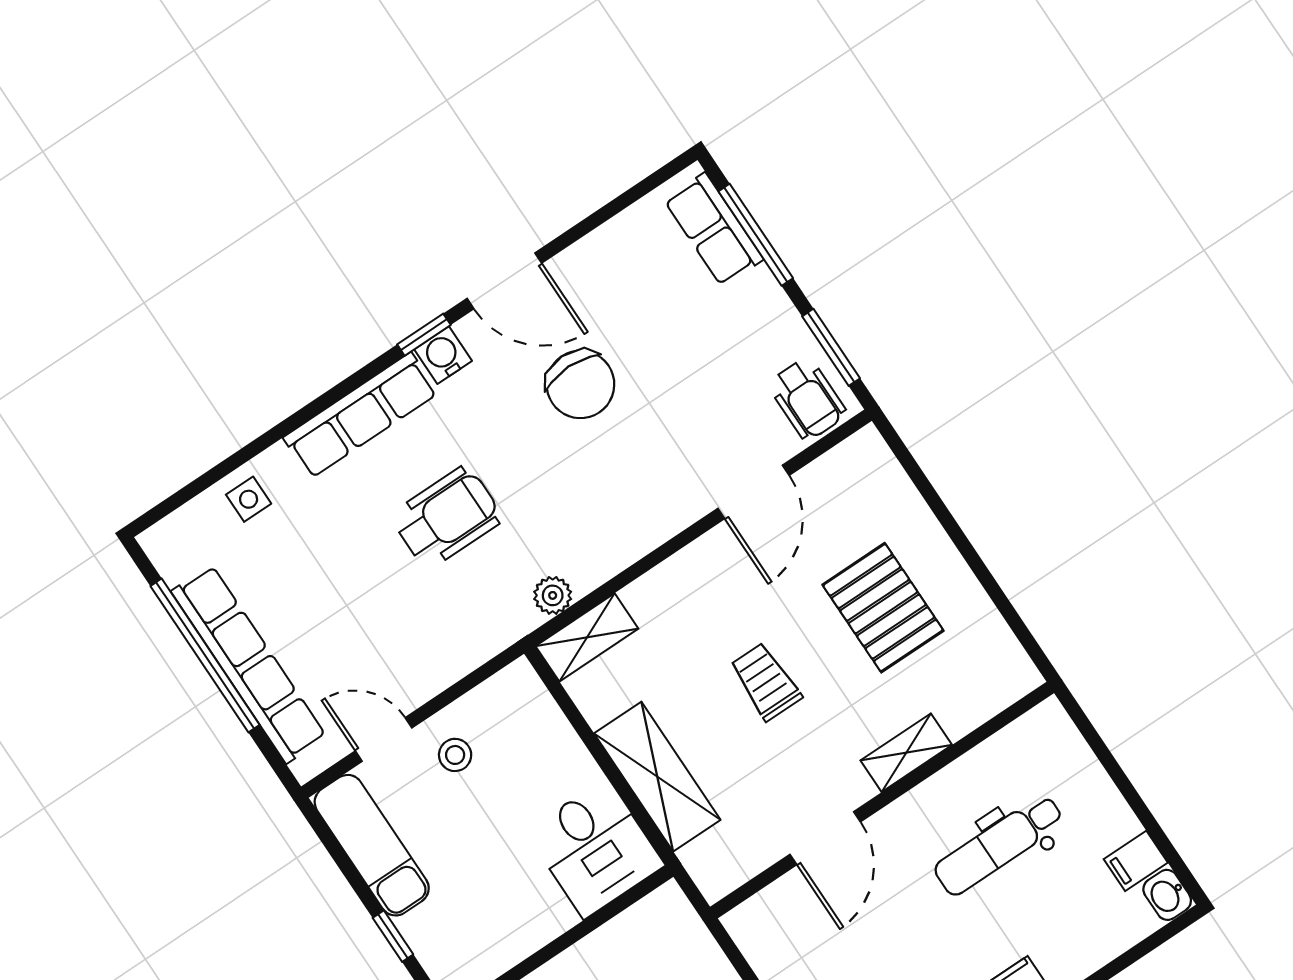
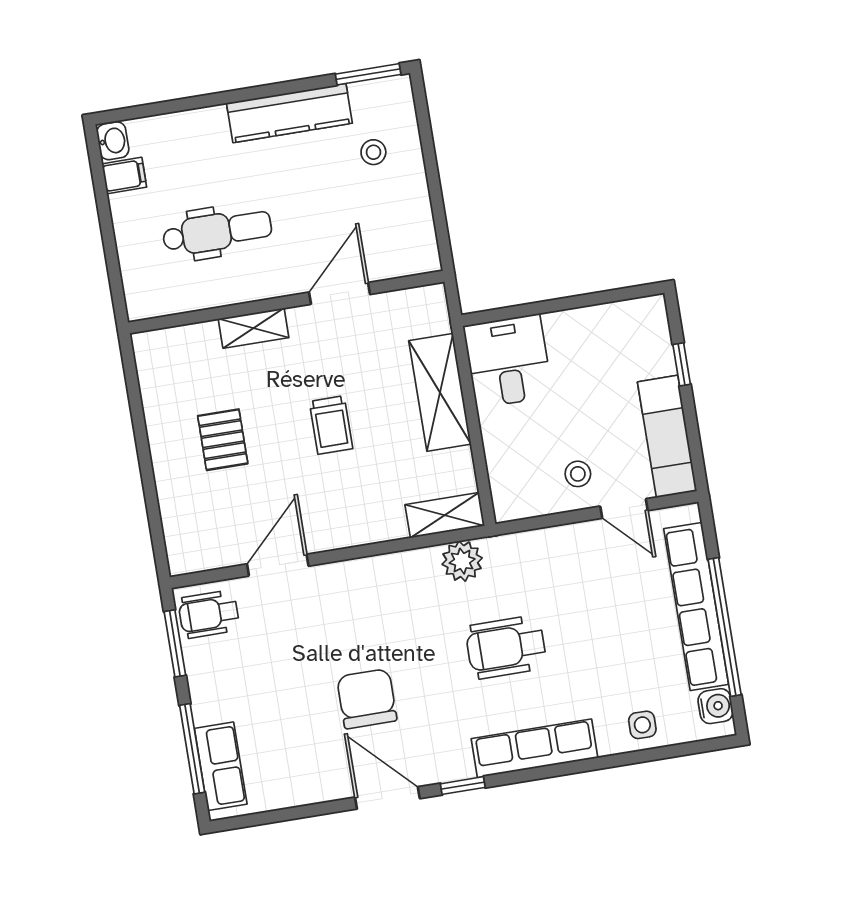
water cooler: (443, 355) -> (715, 706), moved, turned -90
wheelchair: (807, 399) -> (209, 614), turned -90
plant: (553, 595) -> (462, 561), width x1.38, depth x1.38
pallet: (883, 608) -> (223, 440), width x0.67, depth x0.71

